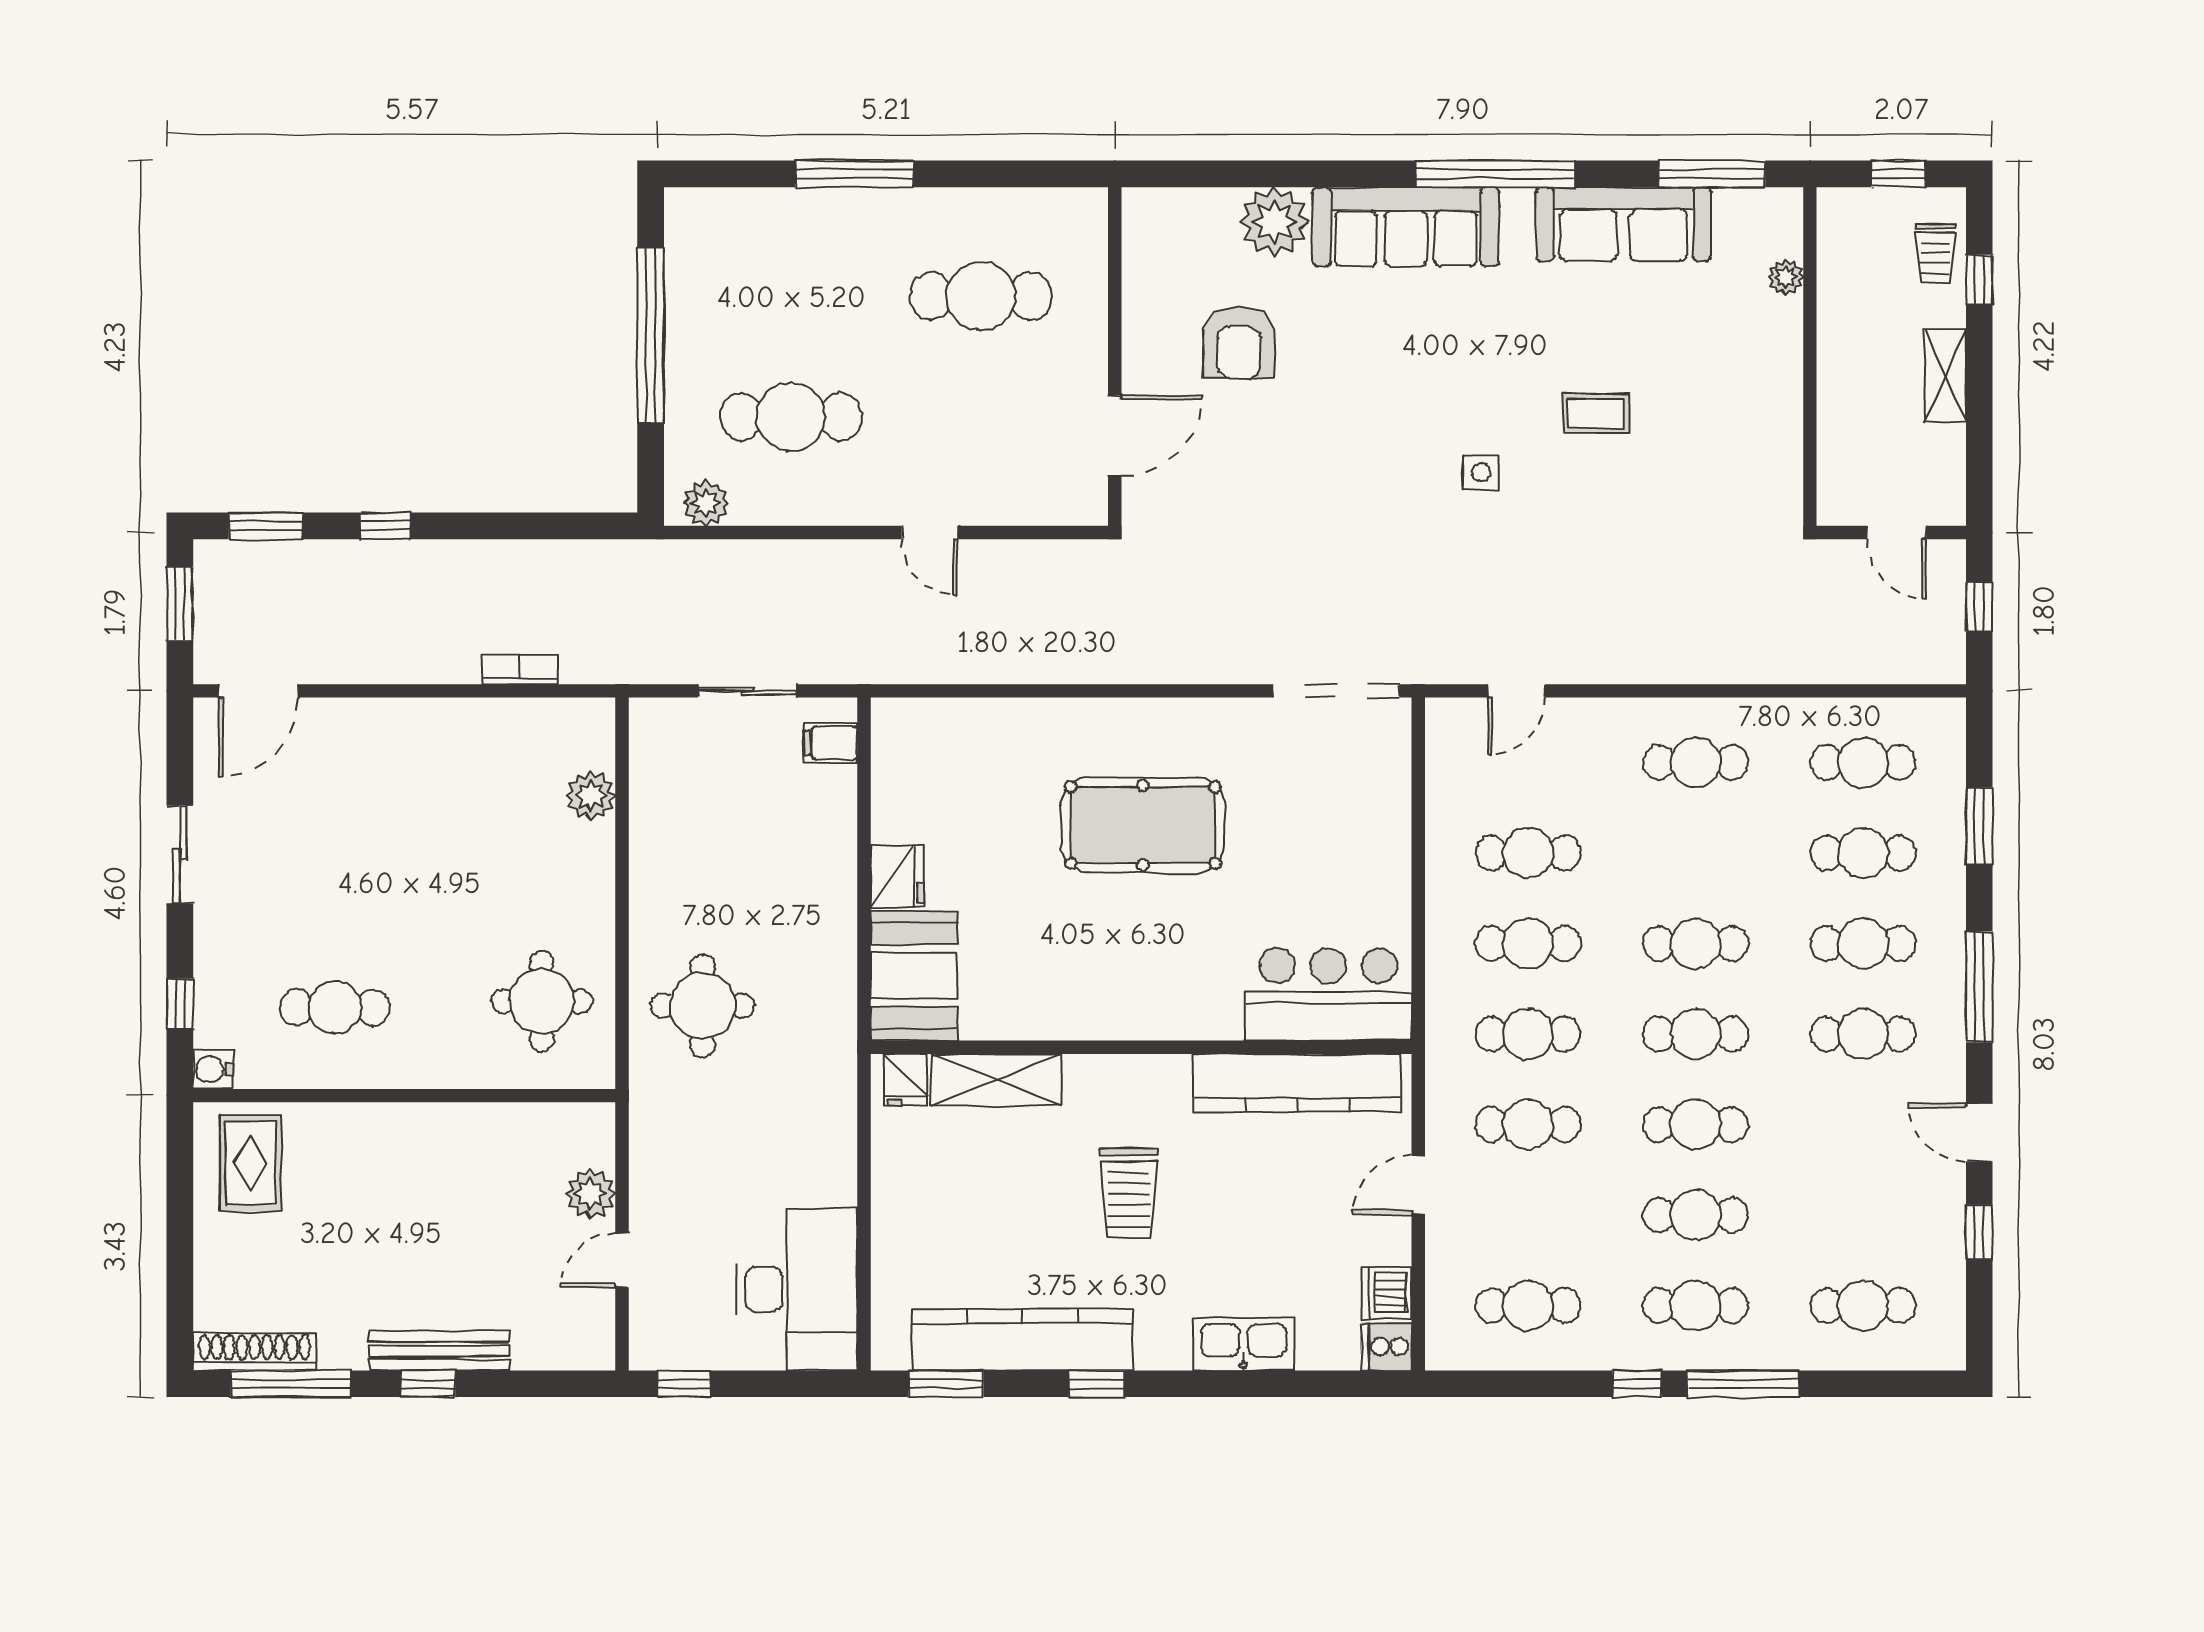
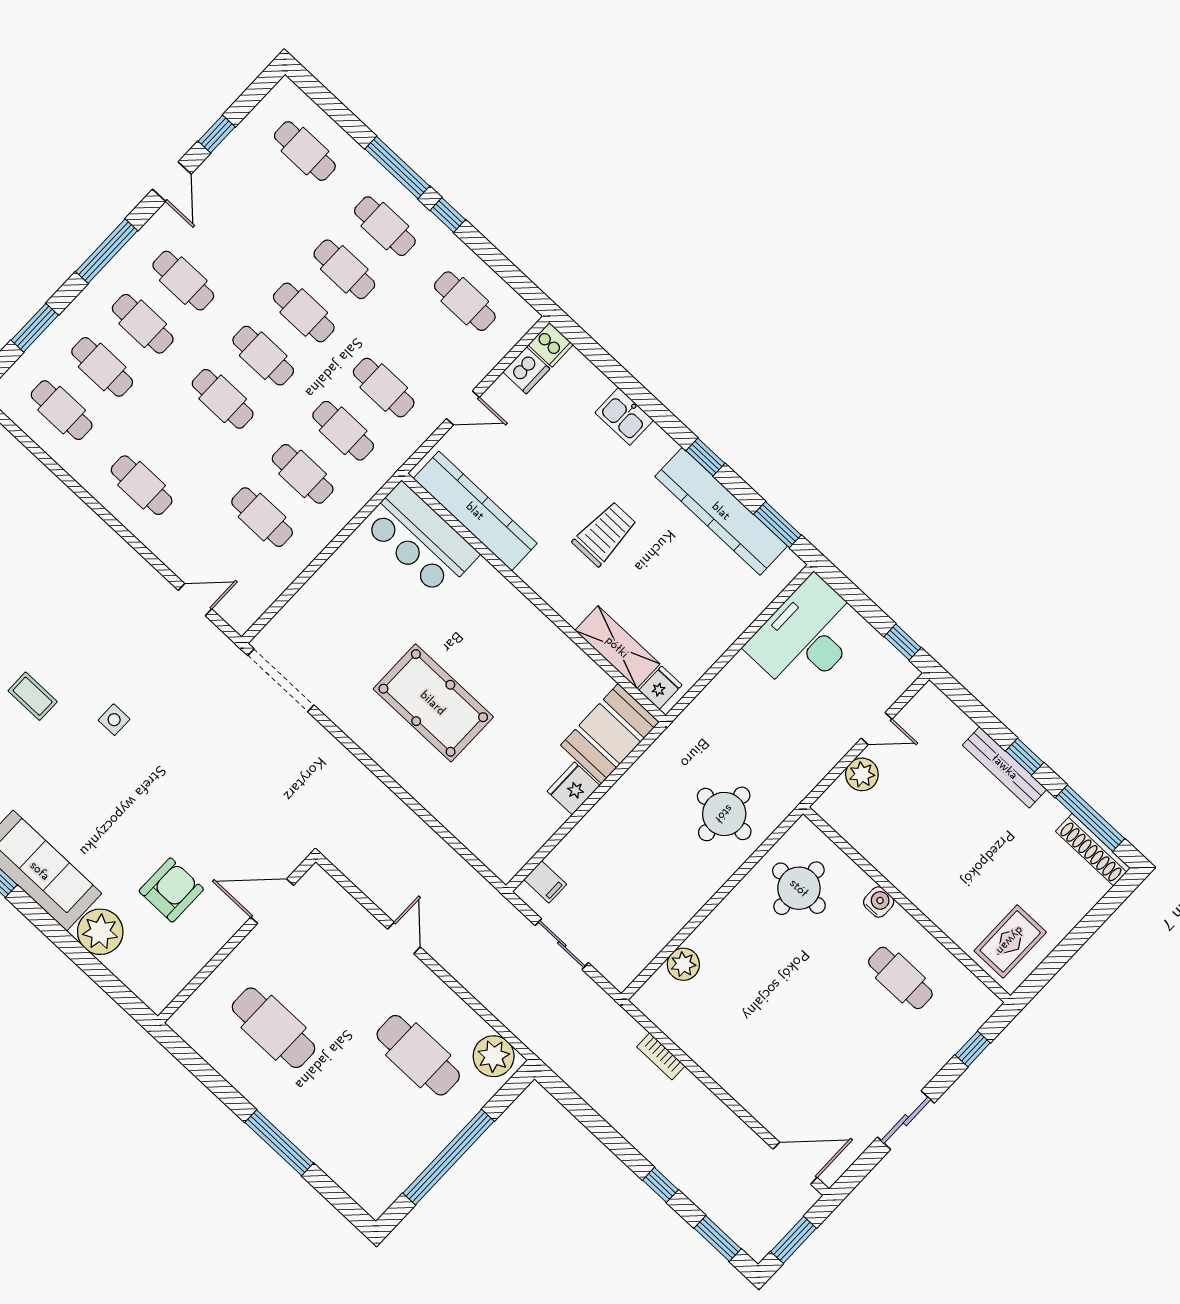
plant: (706, 503) -> (494, 1056), width x1.36, depth x1.36
water cooler: (213, 1069) -> (879, 902), moved, turned -90
kitchen sink: (1244, 1344) -> (624, 416), width x0.73

